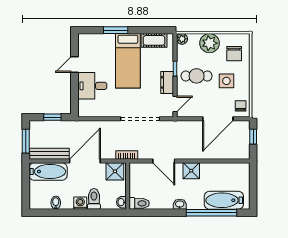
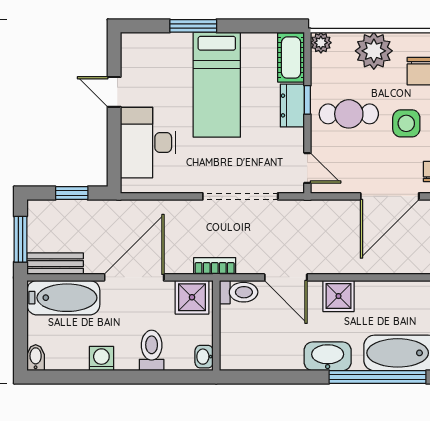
cot: (154, 40) -> (291, 58), moved, turned 90
door: (75, 64) -> (114, 92), hinge flipped
dresser: (167, 82) -> (292, 106), moved
desk: (92, 86) -> (148, 143), width x1.37
door: (175, 104) -> (307, 168), hinge flipped
bench: (49, 154) -> (55, 264), width x0.73
bidet: (56, 203) -> (36, 358), moved
washing machine: (80, 203) -> (101, 359), moved
toilet: (139, 203) -> (239, 292), moved
washbasin: (180, 204) -> (328, 356), width x1.91, depth x1.45

